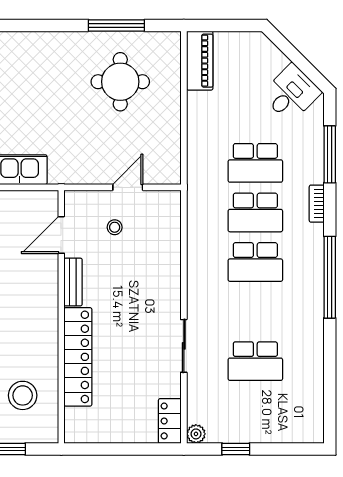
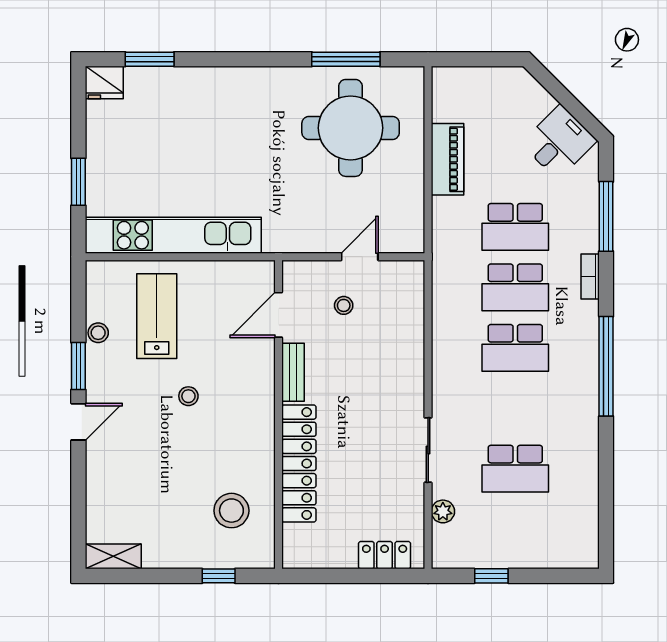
piano: (200, 61) -> (447, 159), moved
round table: (120, 82) -> (351, 128), width x1.36, depth x1.36
locker: (170, 421) -> (385, 555), moved, turned 90
plant: (196, 434) -> (443, 511), moved

